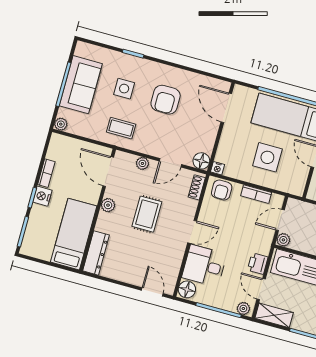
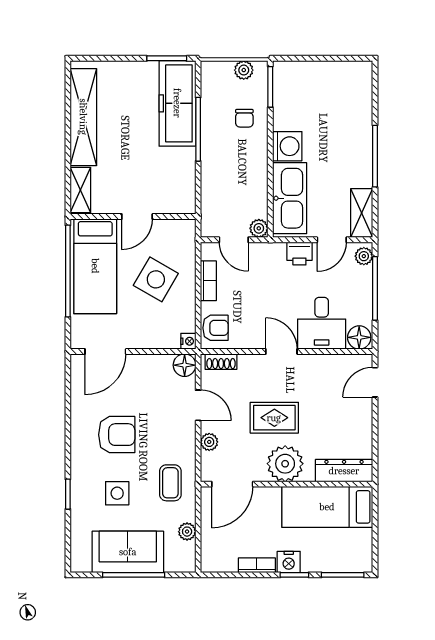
plant: (61, 124) -> (187, 532), moved
side table: (267, 157) -> (156, 279), turned 30
plant: (108, 205) -> (285, 464), width x1.87, depth x1.87

